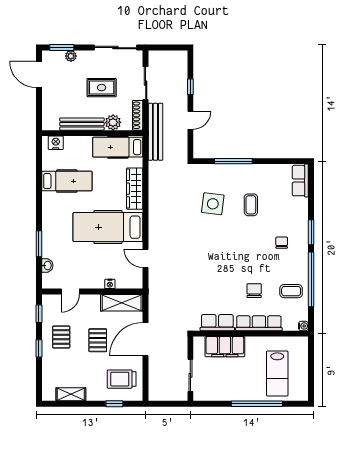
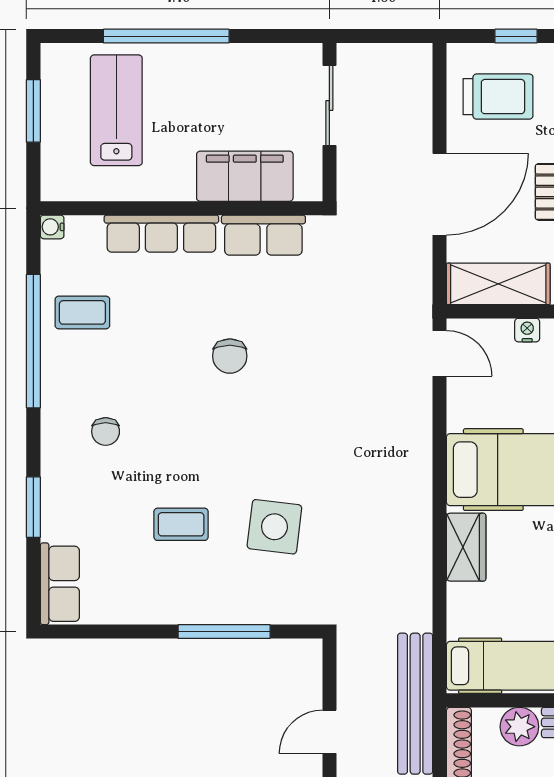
wardrobe: (135, 189) -> (466, 547), width x0.67
coffee table: (251, 205) -> (181, 524), turned 90
window: (311, 232) -> (33, 507), moved
door: (146, 258) -> (440, 353), moved
chair: (254, 291) -> (230, 356), moved
window: (311, 373) -> (33, 111), added

